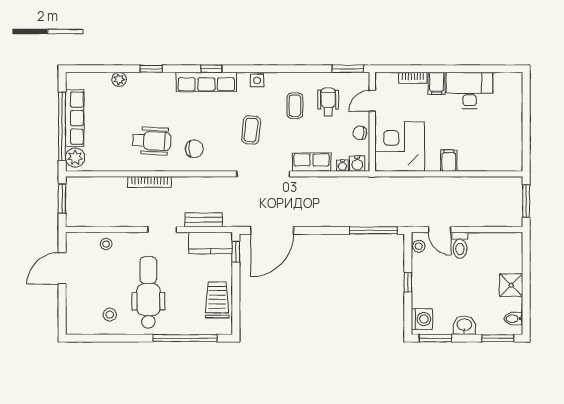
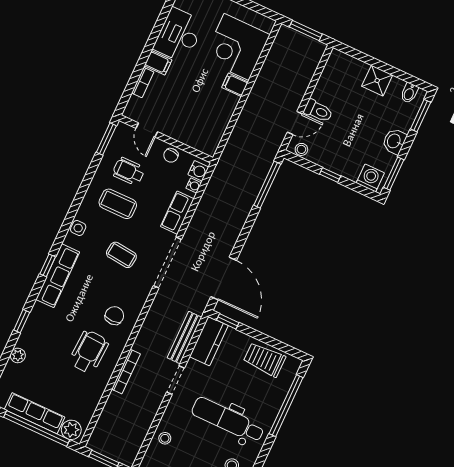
coffee table: (295, 106) -> (118, 204), width x1.36, depth x1.30
corner desk: (400, 146) -> (237, 47), moved
bench: (204, 220) -> (184, 337), width x1.36

